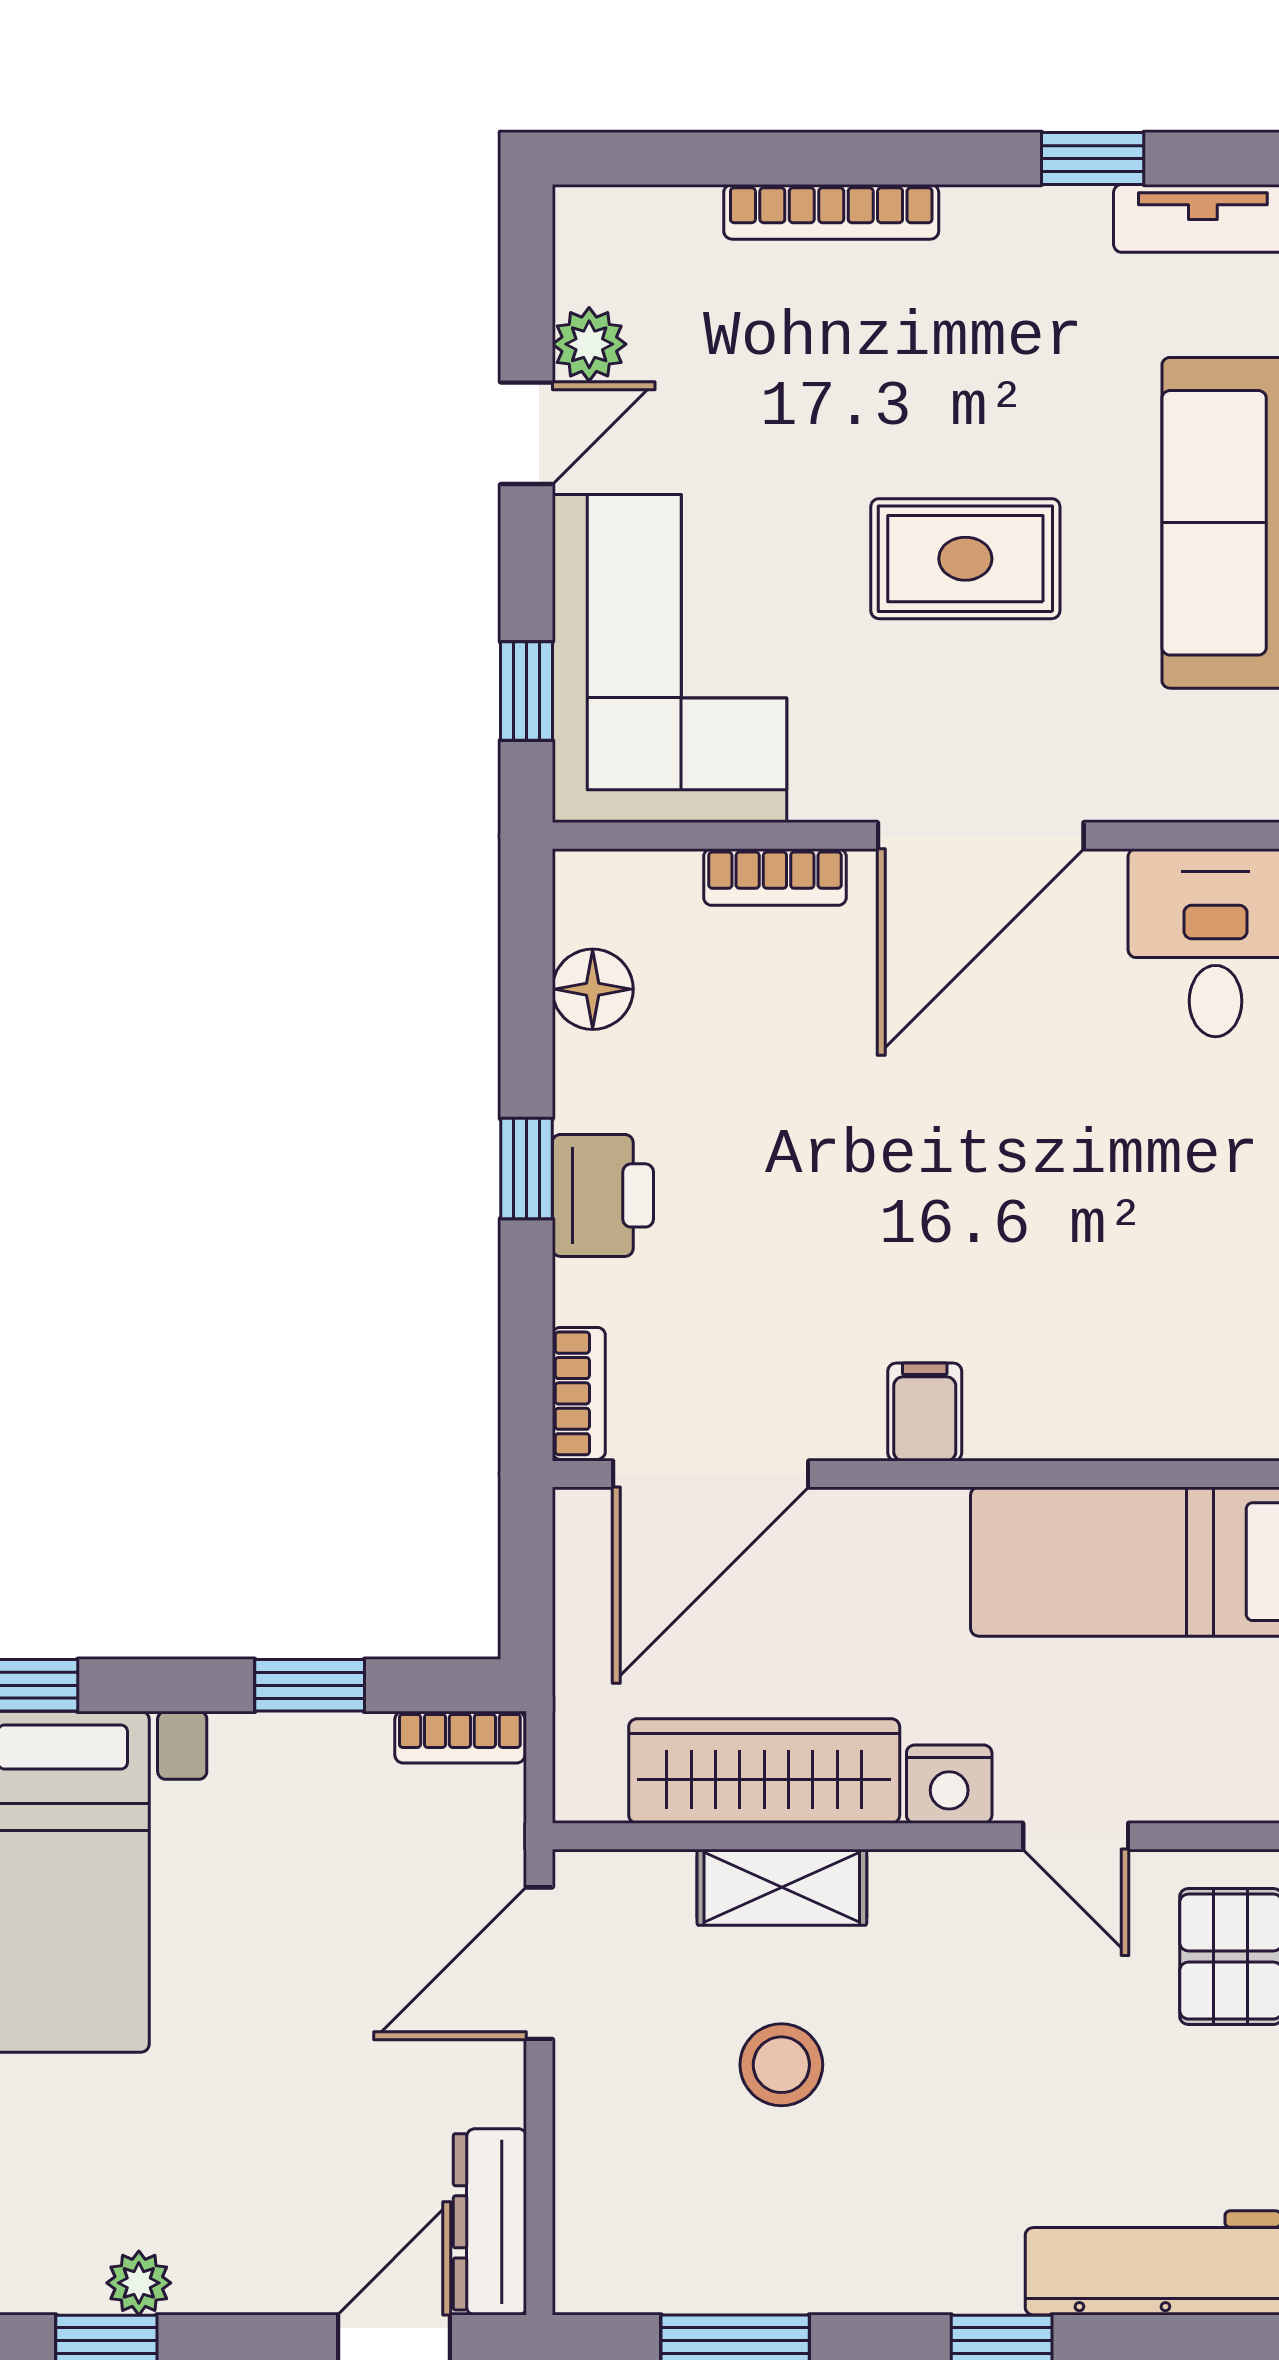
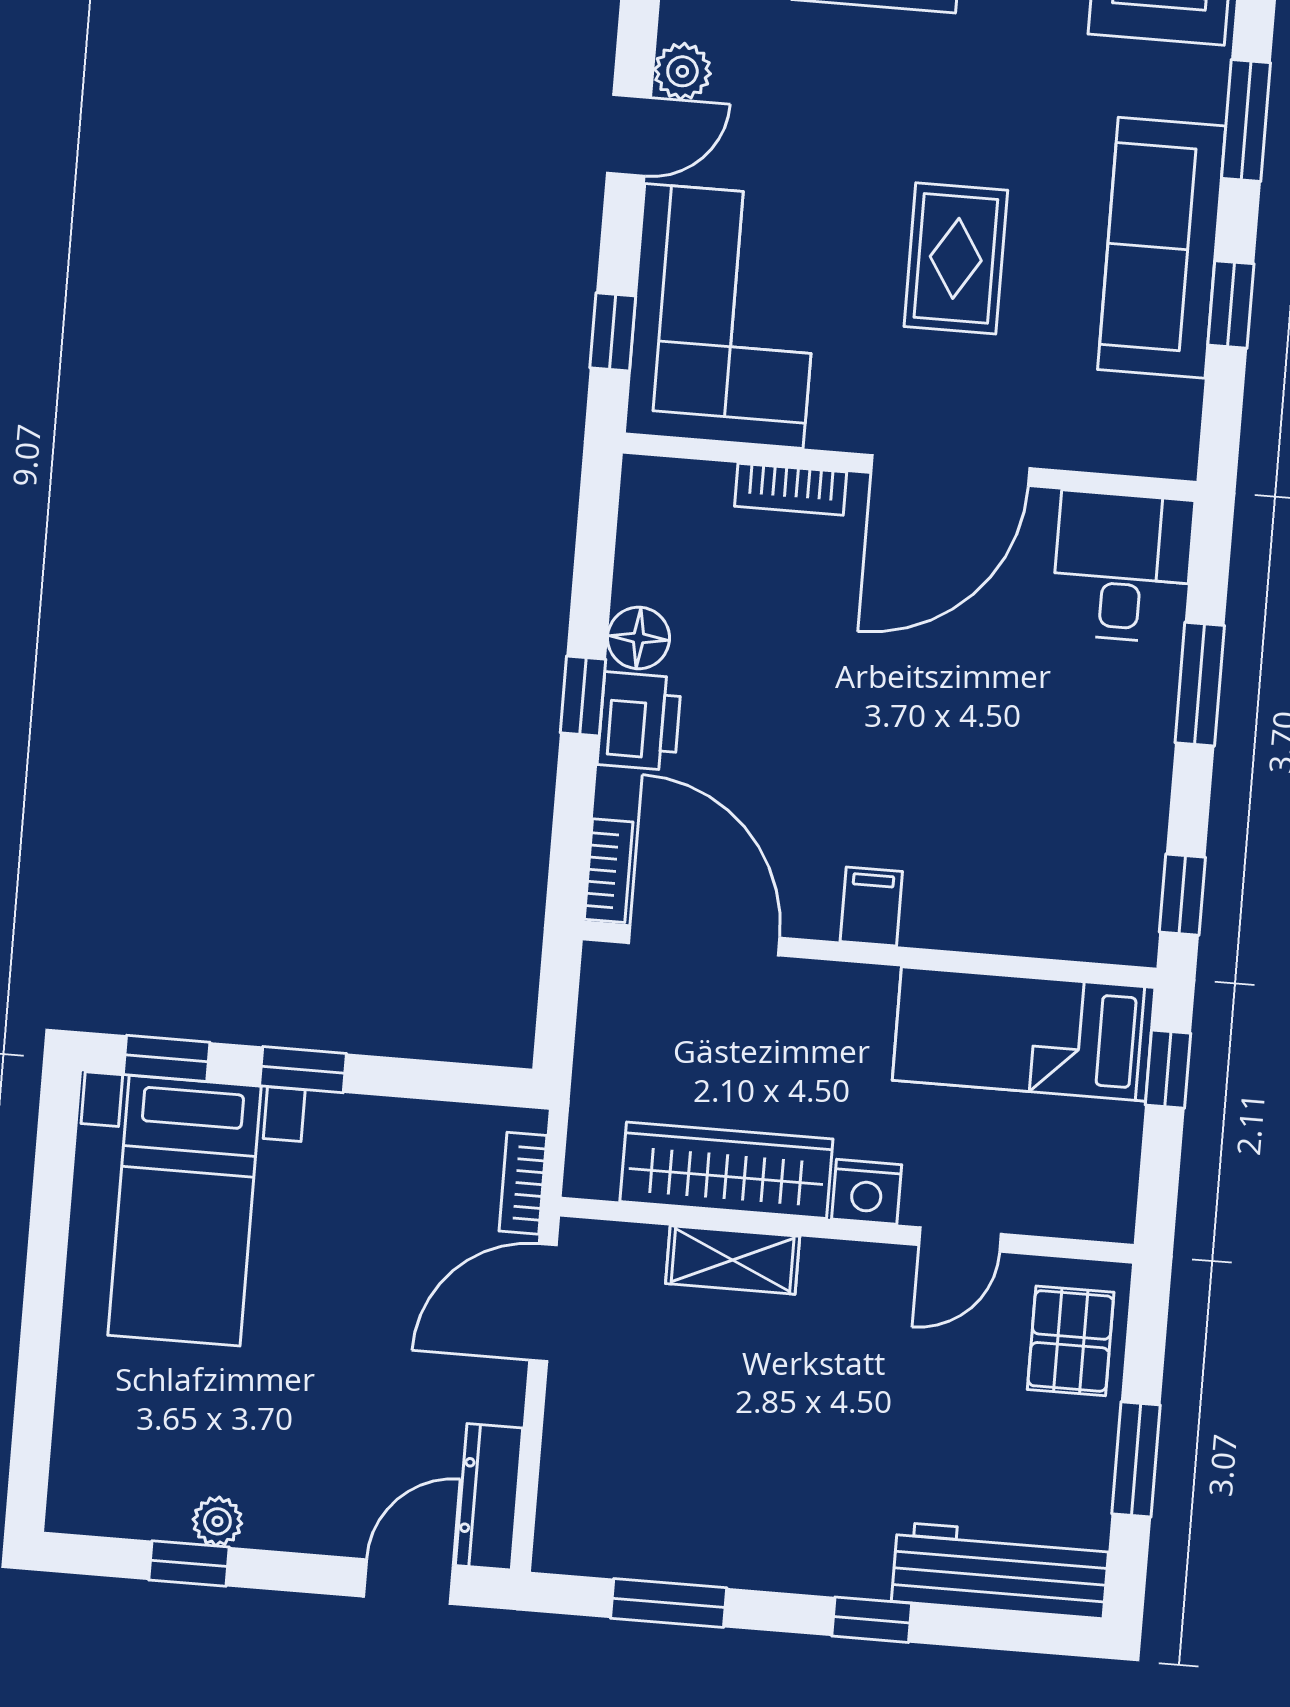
rug: (965, 559) -> (956, 258), turned 90
floor lamp: (593, 989) -> (638, 638), moved
door: (711, 1474) -> (704, 940), swing flipped
window: (310, 1685) -> (303, 1070), moved
bookcase: (460, 1737) -> (523, 1183), moved, turned 90
door: (1076, 1836) -> (960, 1239), hinge flipped
stool: (781, 2065) -> (721, 1395), removed

